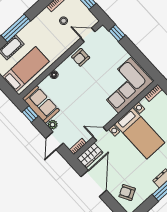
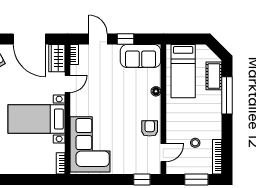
window: (30, 114) -> (125, 39), moved
plant: (53, 125) -> (114, 50), removed

